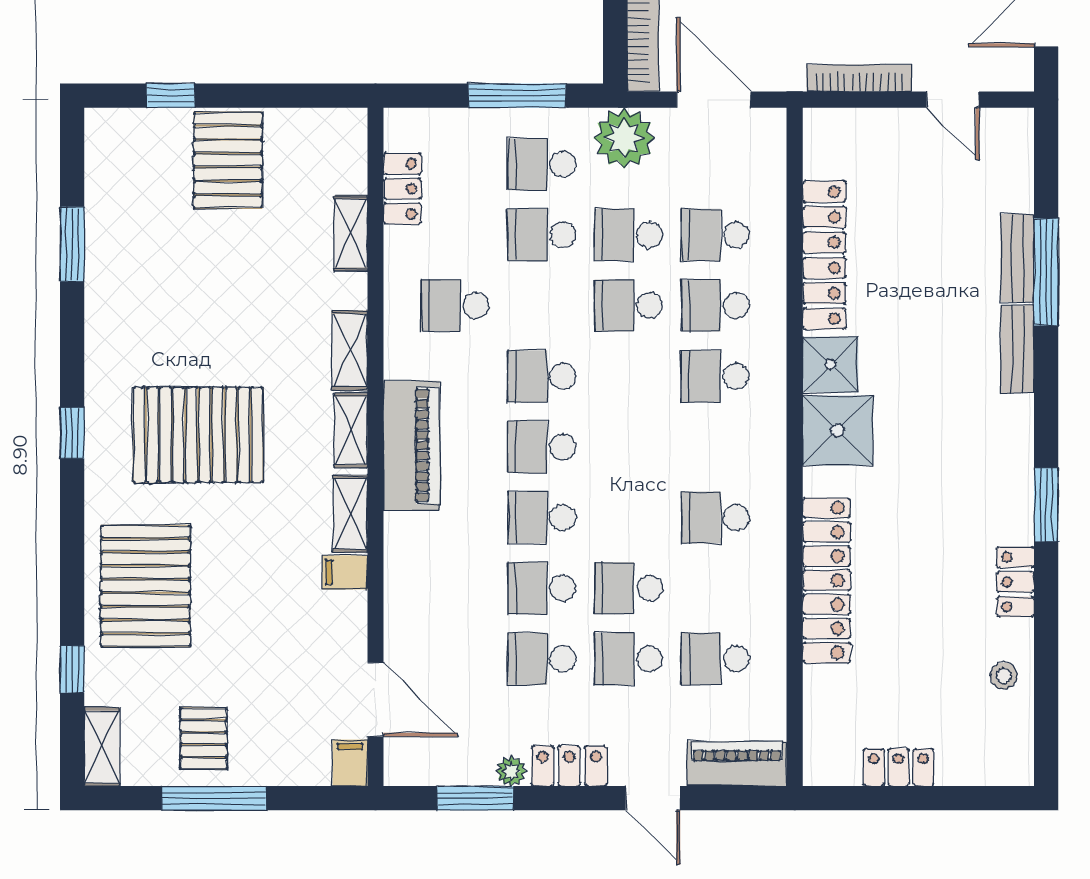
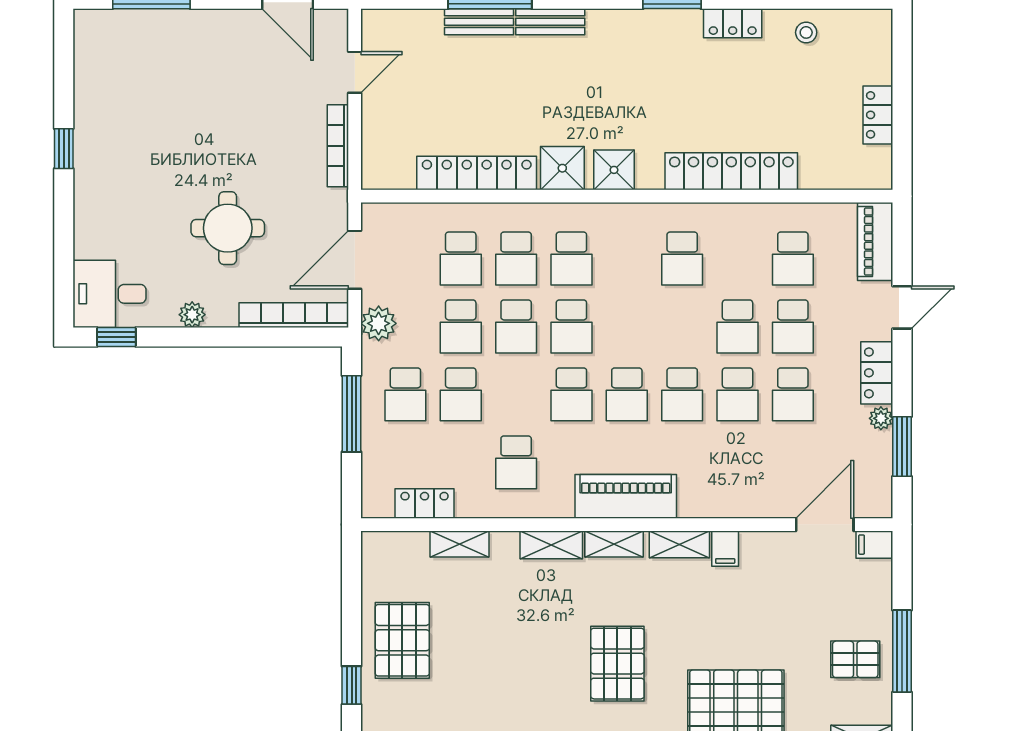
plant: (624, 138) -> (379, 323), width x0.73, depth x0.73
pallet: (228, 160) -> (402, 640), turned 90
school desk: (628, 376) -> (571, 326), added
shower: (838, 430) -> (614, 170), width x0.73, depth x0.73
pallet: (198, 435) -> (617, 664), width x0.73, depth x0.71

